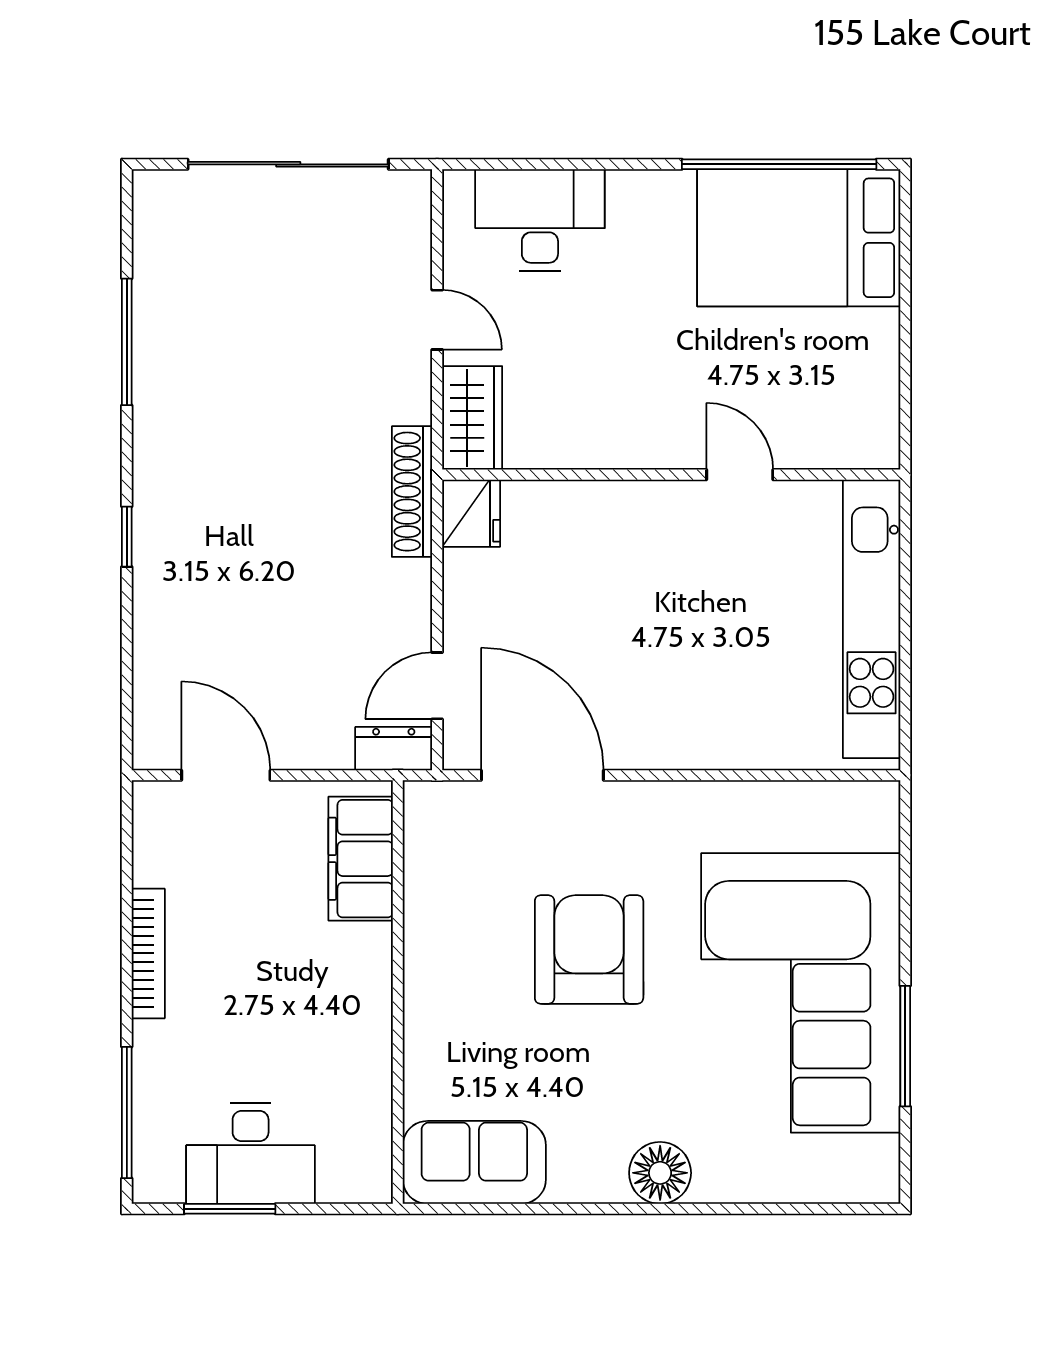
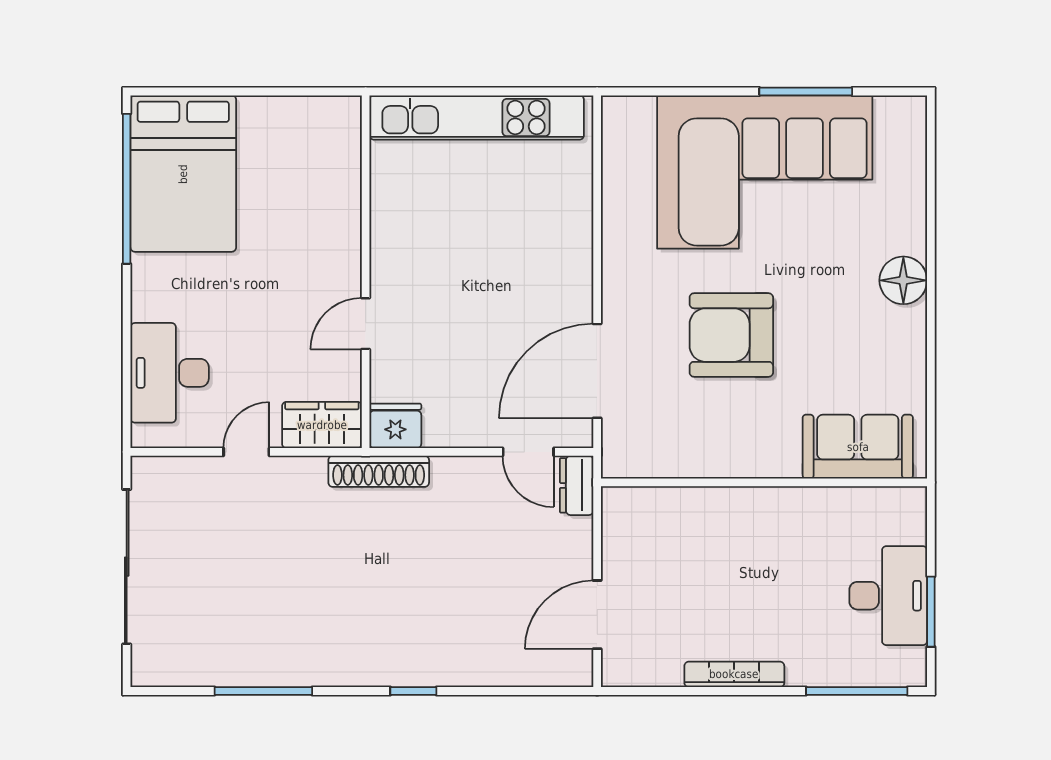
door: (740, 475) -> (366, 324), moved
filing cabinet: (361, 859) -> (661, 511), removed
sofa: (474, 1162) -> (858, 447), moved, turned 90

